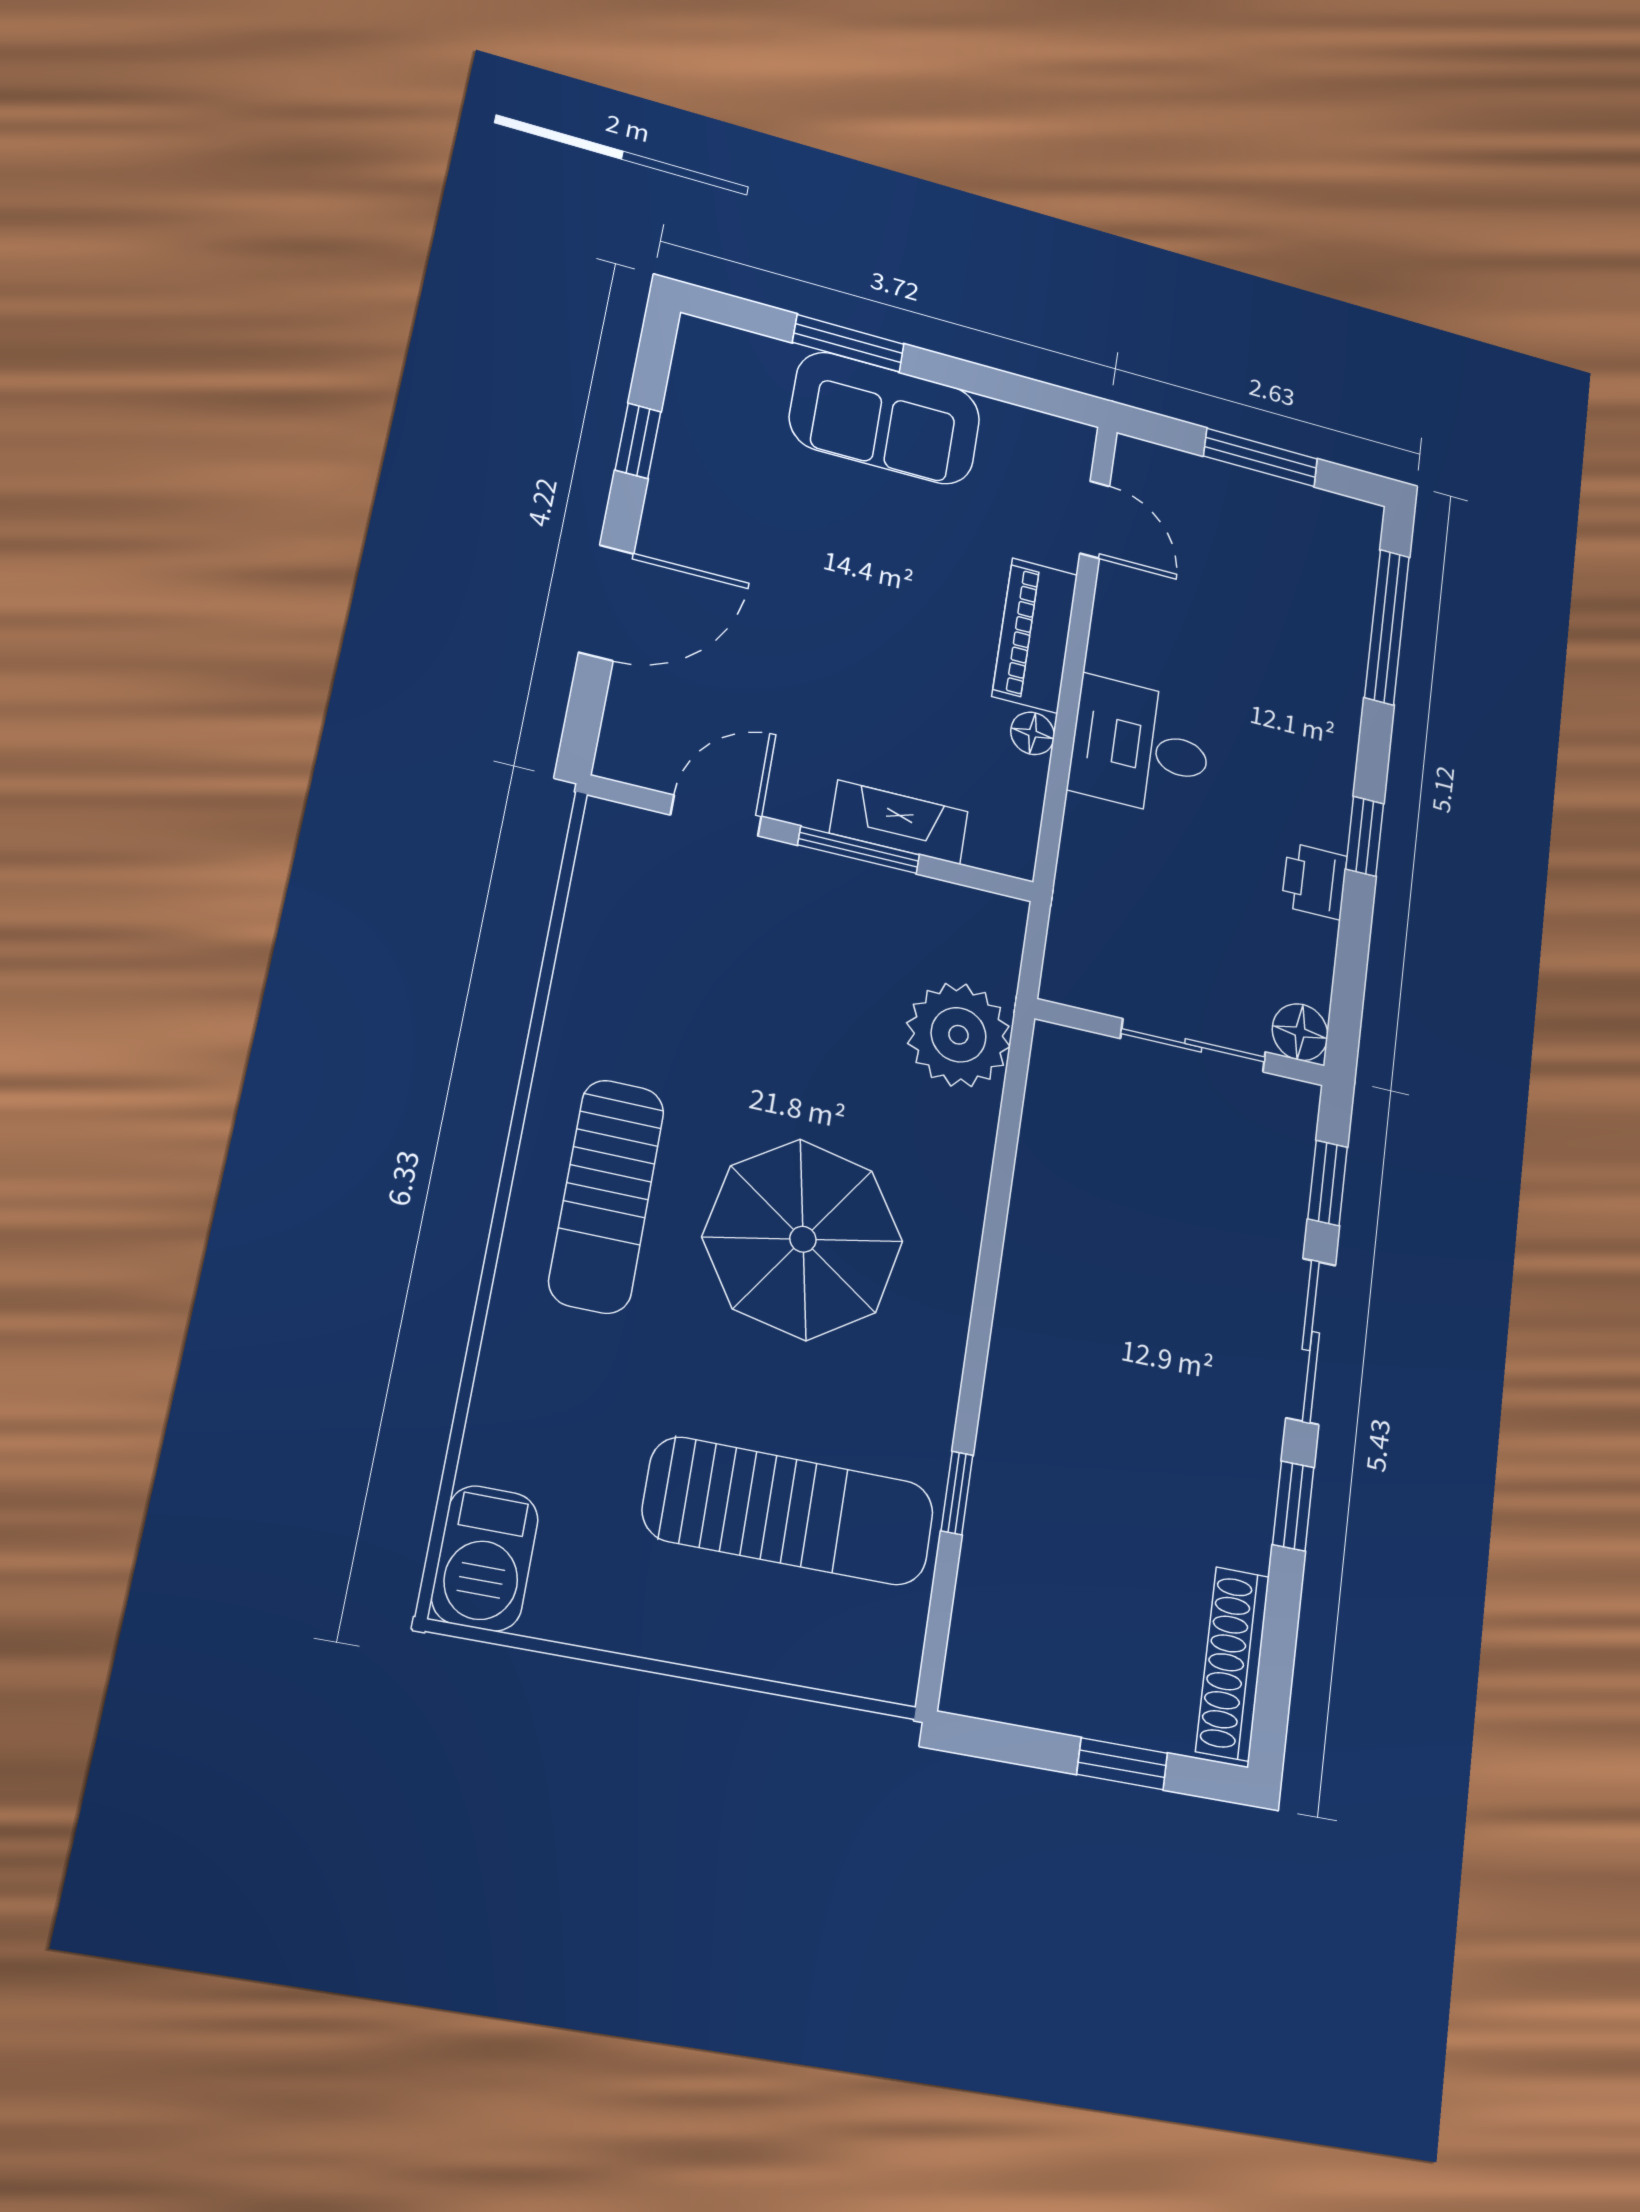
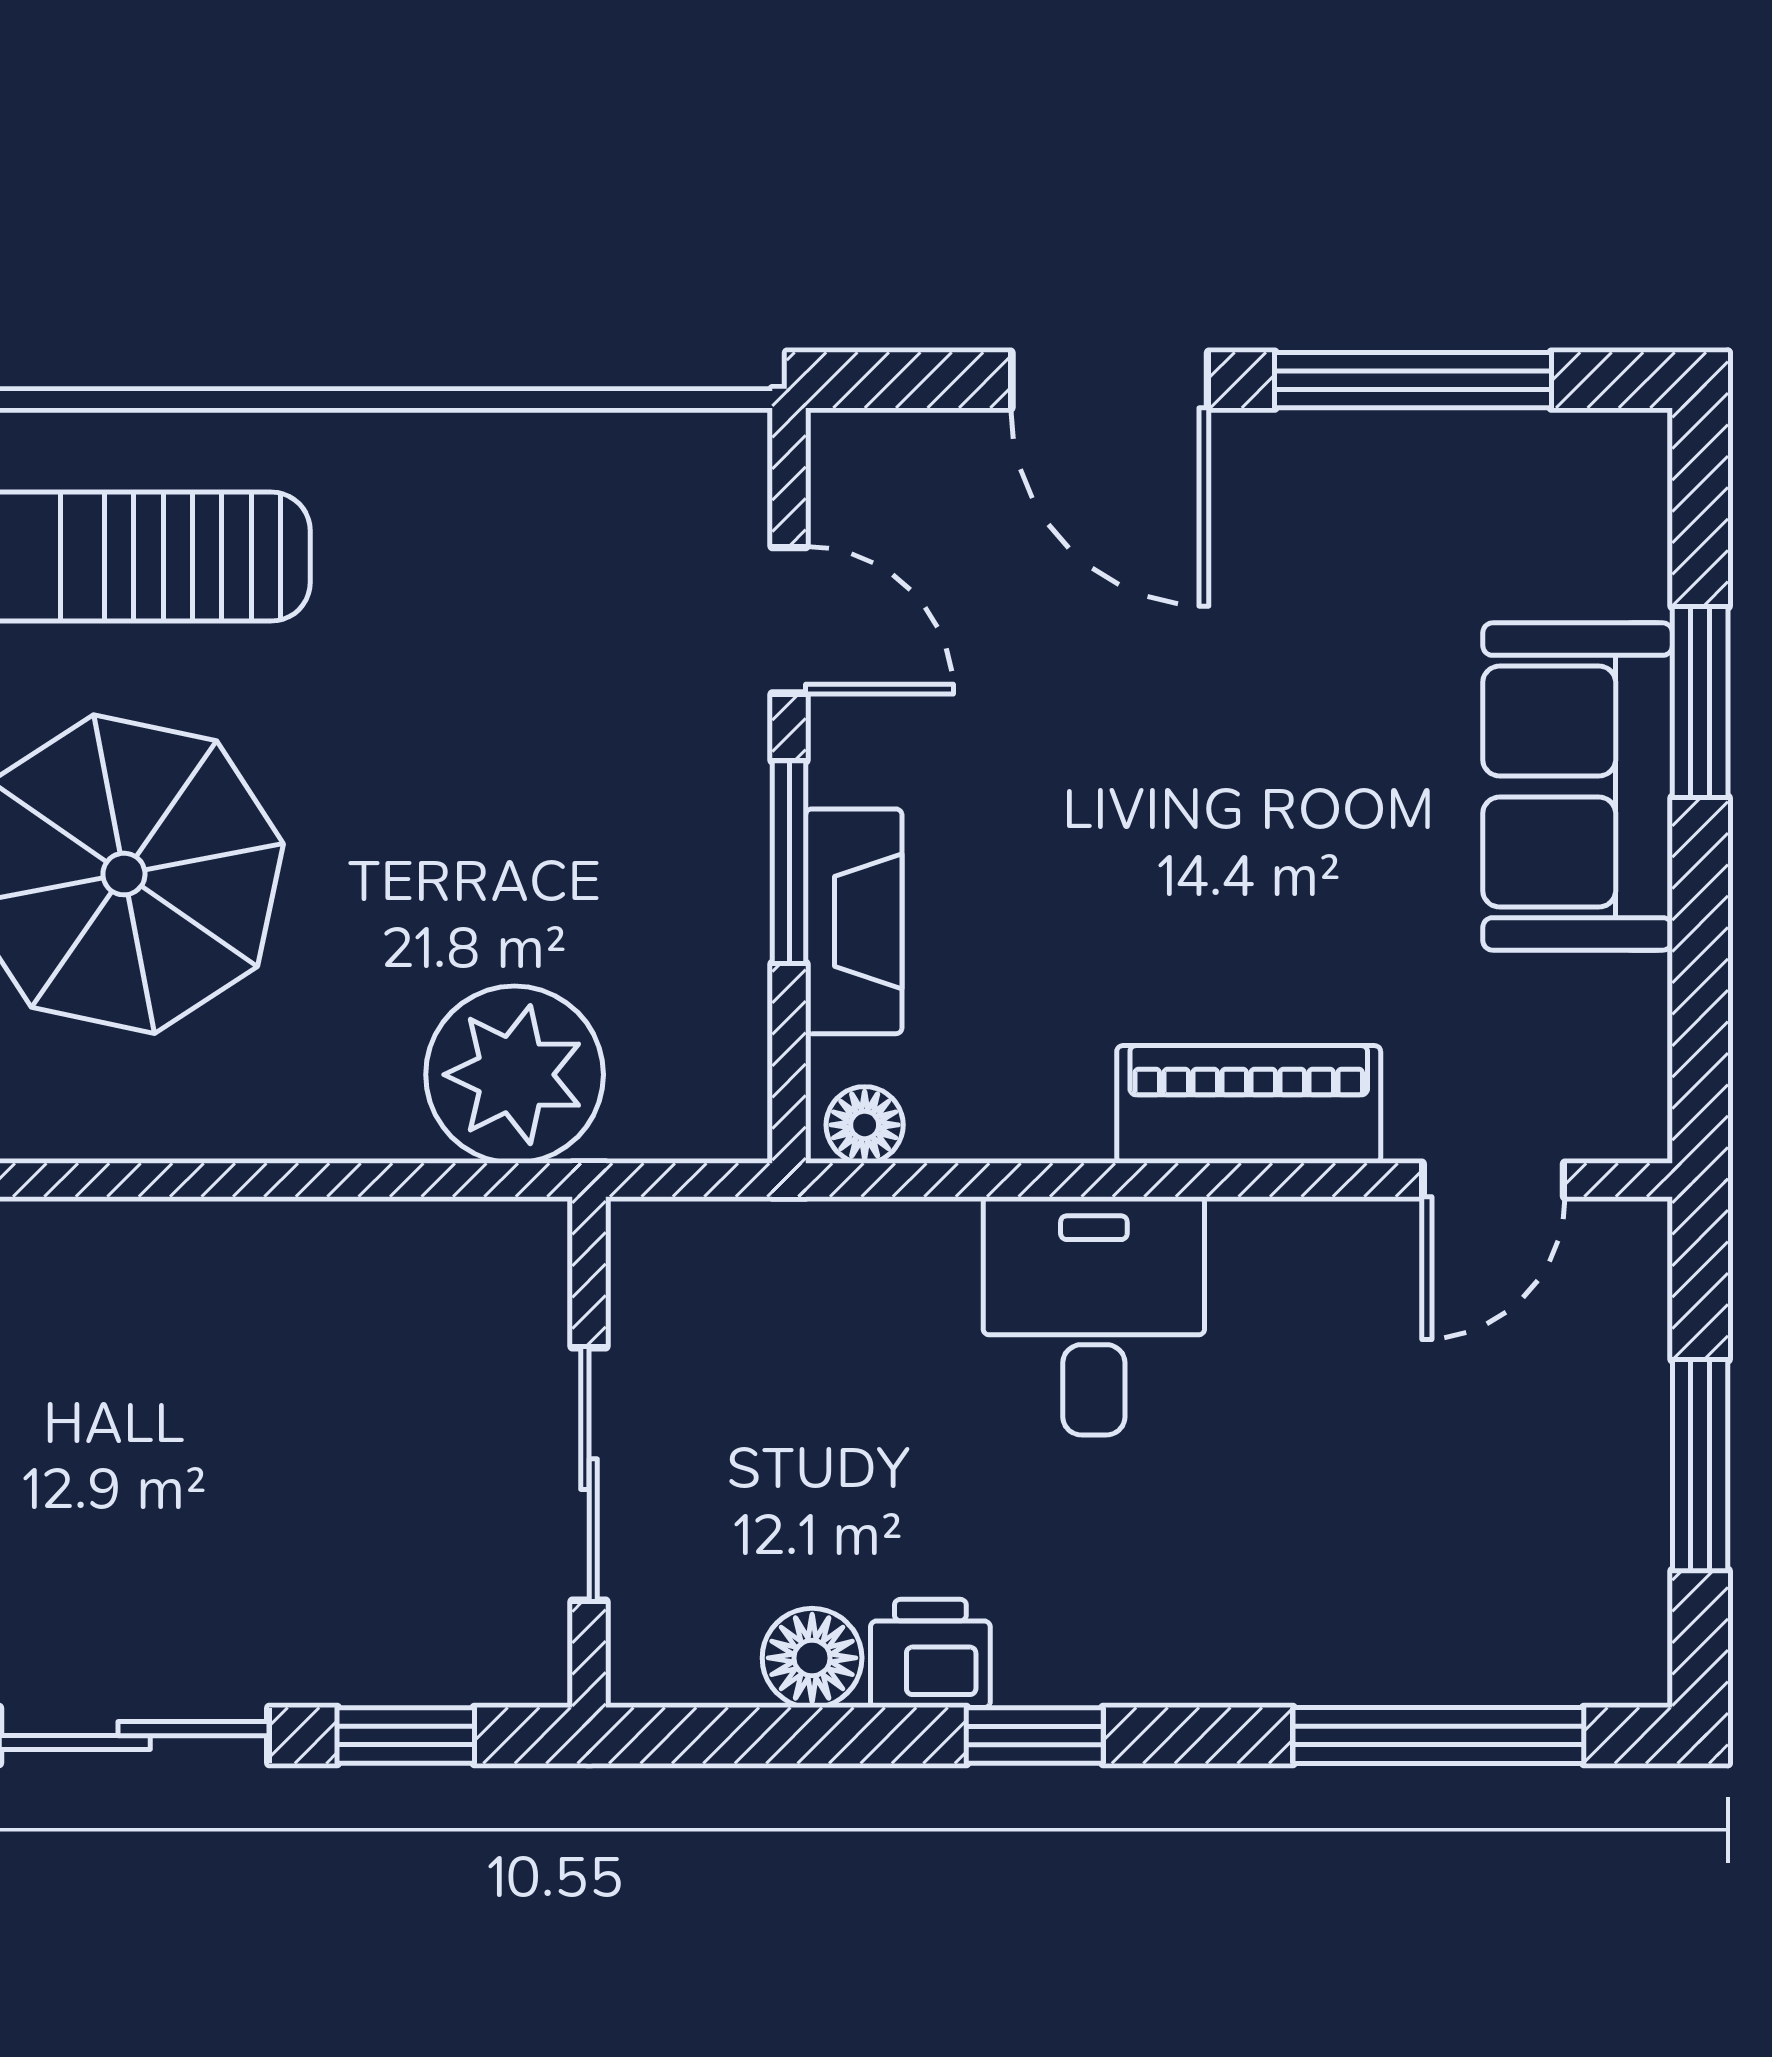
window: (638, 441) -> (1413, 380), width x2.17
floor lamp: (1033, 733) -> (865, 1125), moved
floor lamp: (1300, 1032) -> (812, 1658), moved

